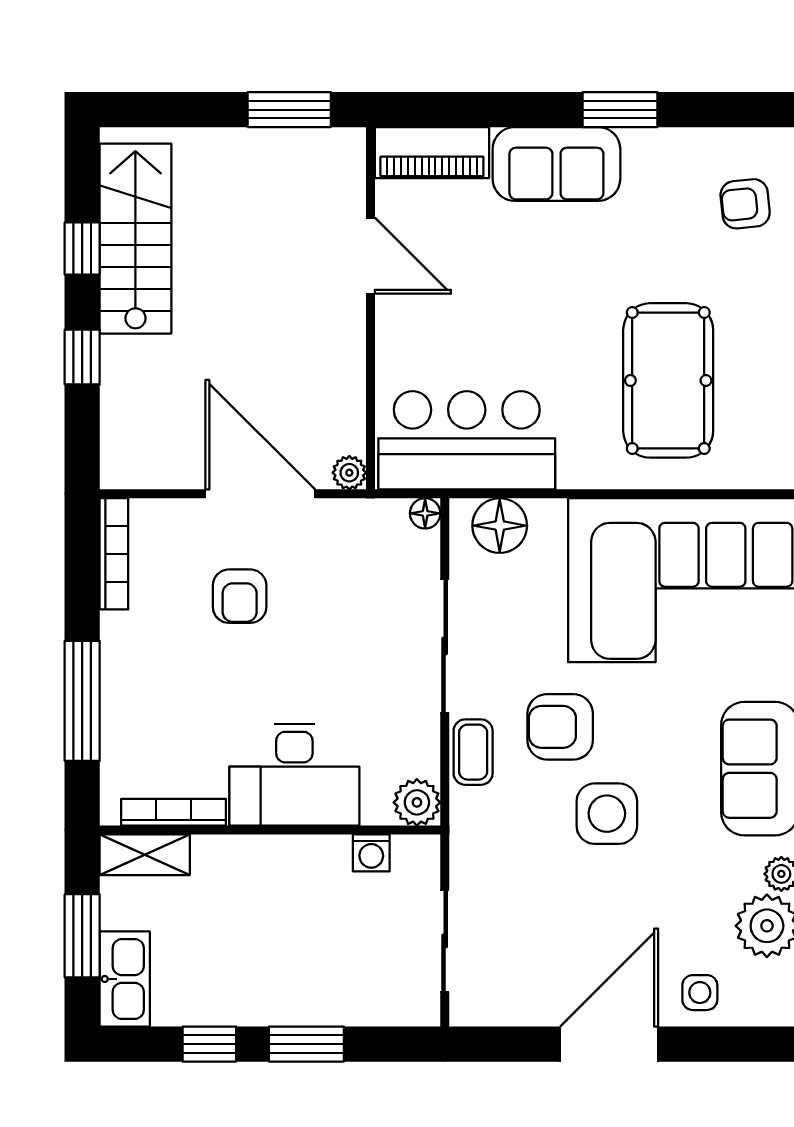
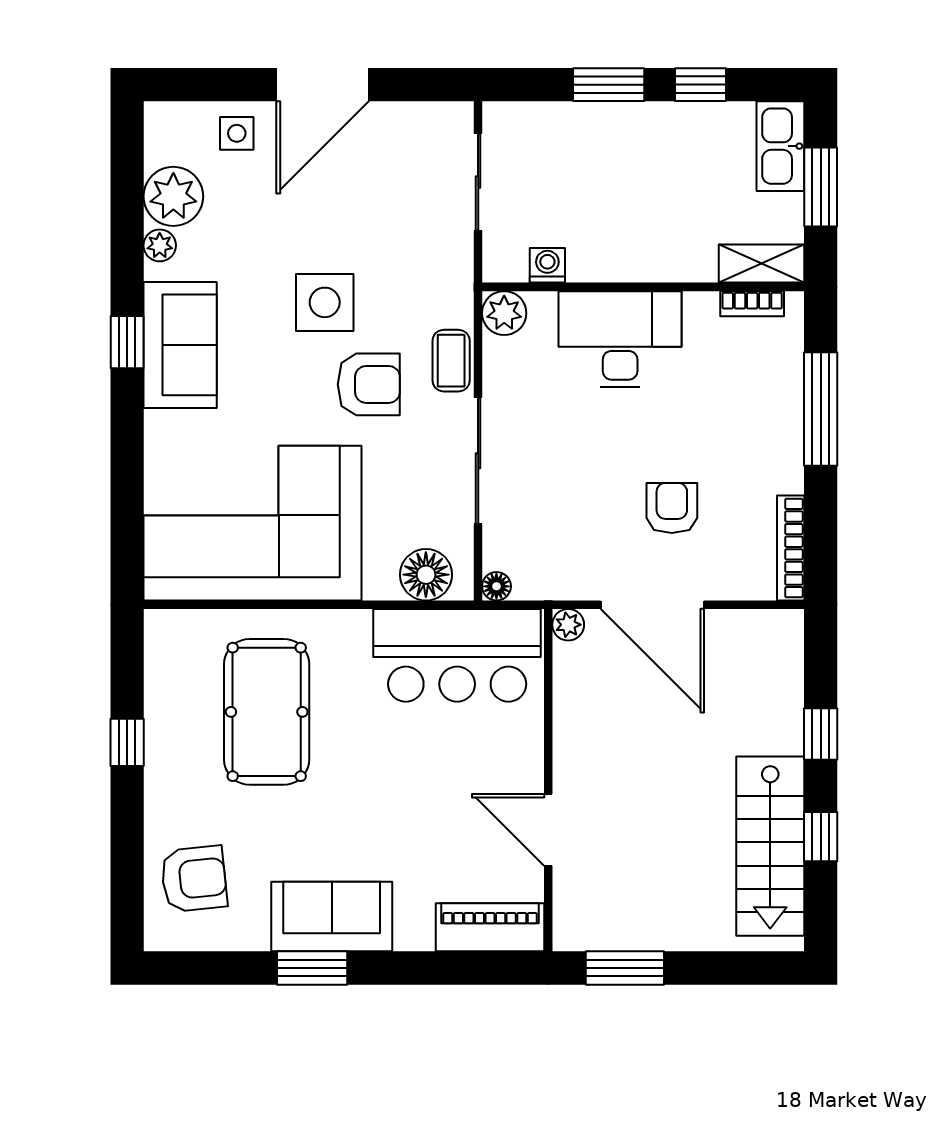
sofa: (556, 164) -> (332, 917), moved
armchair: (745, 204) -> (194, 879), width x1.38, depth x1.38
bookcase: (174, 812) -> (752, 304), width x0.64

